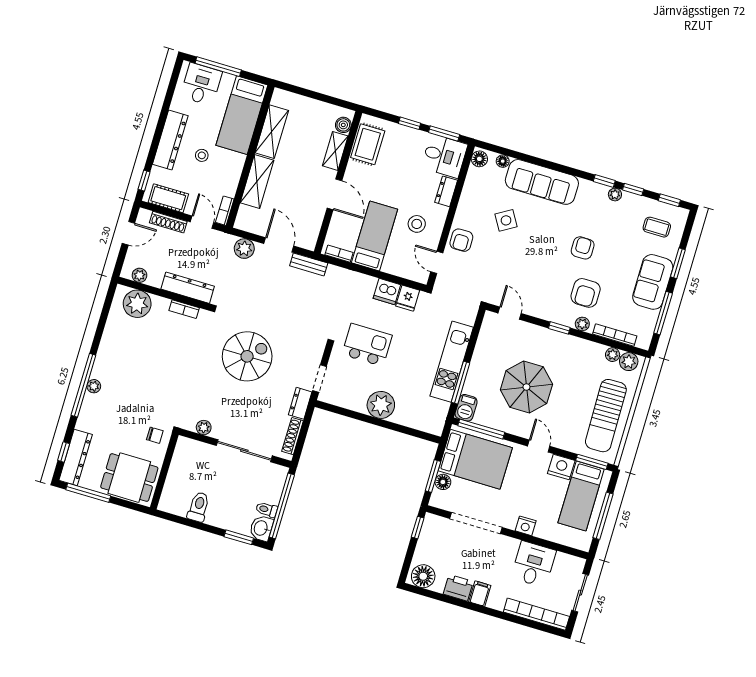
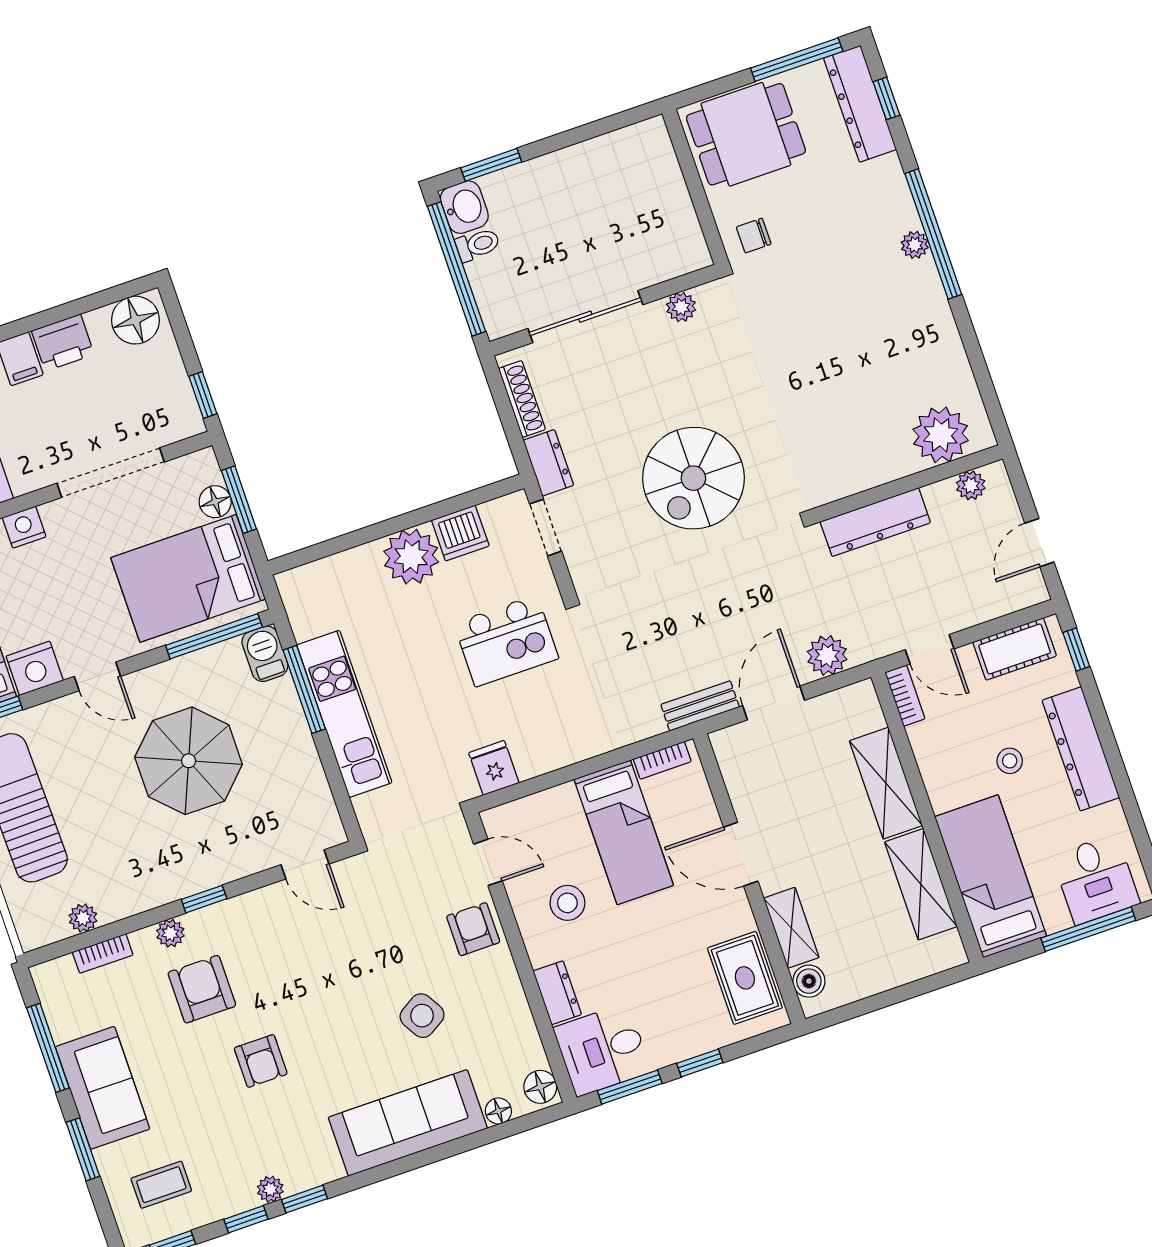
shoe rack: (168, 222) -> (986, 609), removed
door: (279, 245) -> (774, 703), swing flipped
dishwasher: (387, 291) -> (460, 533), moved, turned 180
bookcase: (184, 309) -> (855, 482), removed
bookcase: (615, 335) -> (103, 953), width x0.64
plant: (629, 362) -> (48, 926), removed
toilet: (199, 507) -> (595, 168), removed

